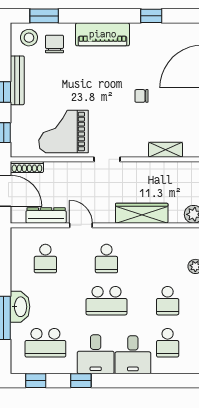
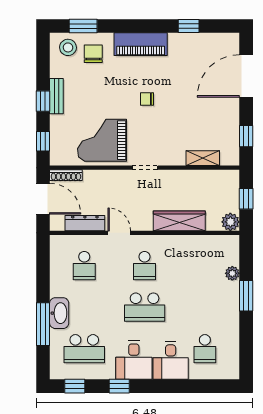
bench: (17, 80) -> (56, 96), width x0.73
chair: (141, 96) -> (147, 99), moved
school desk: (168, 301) -> (205, 307), removed

